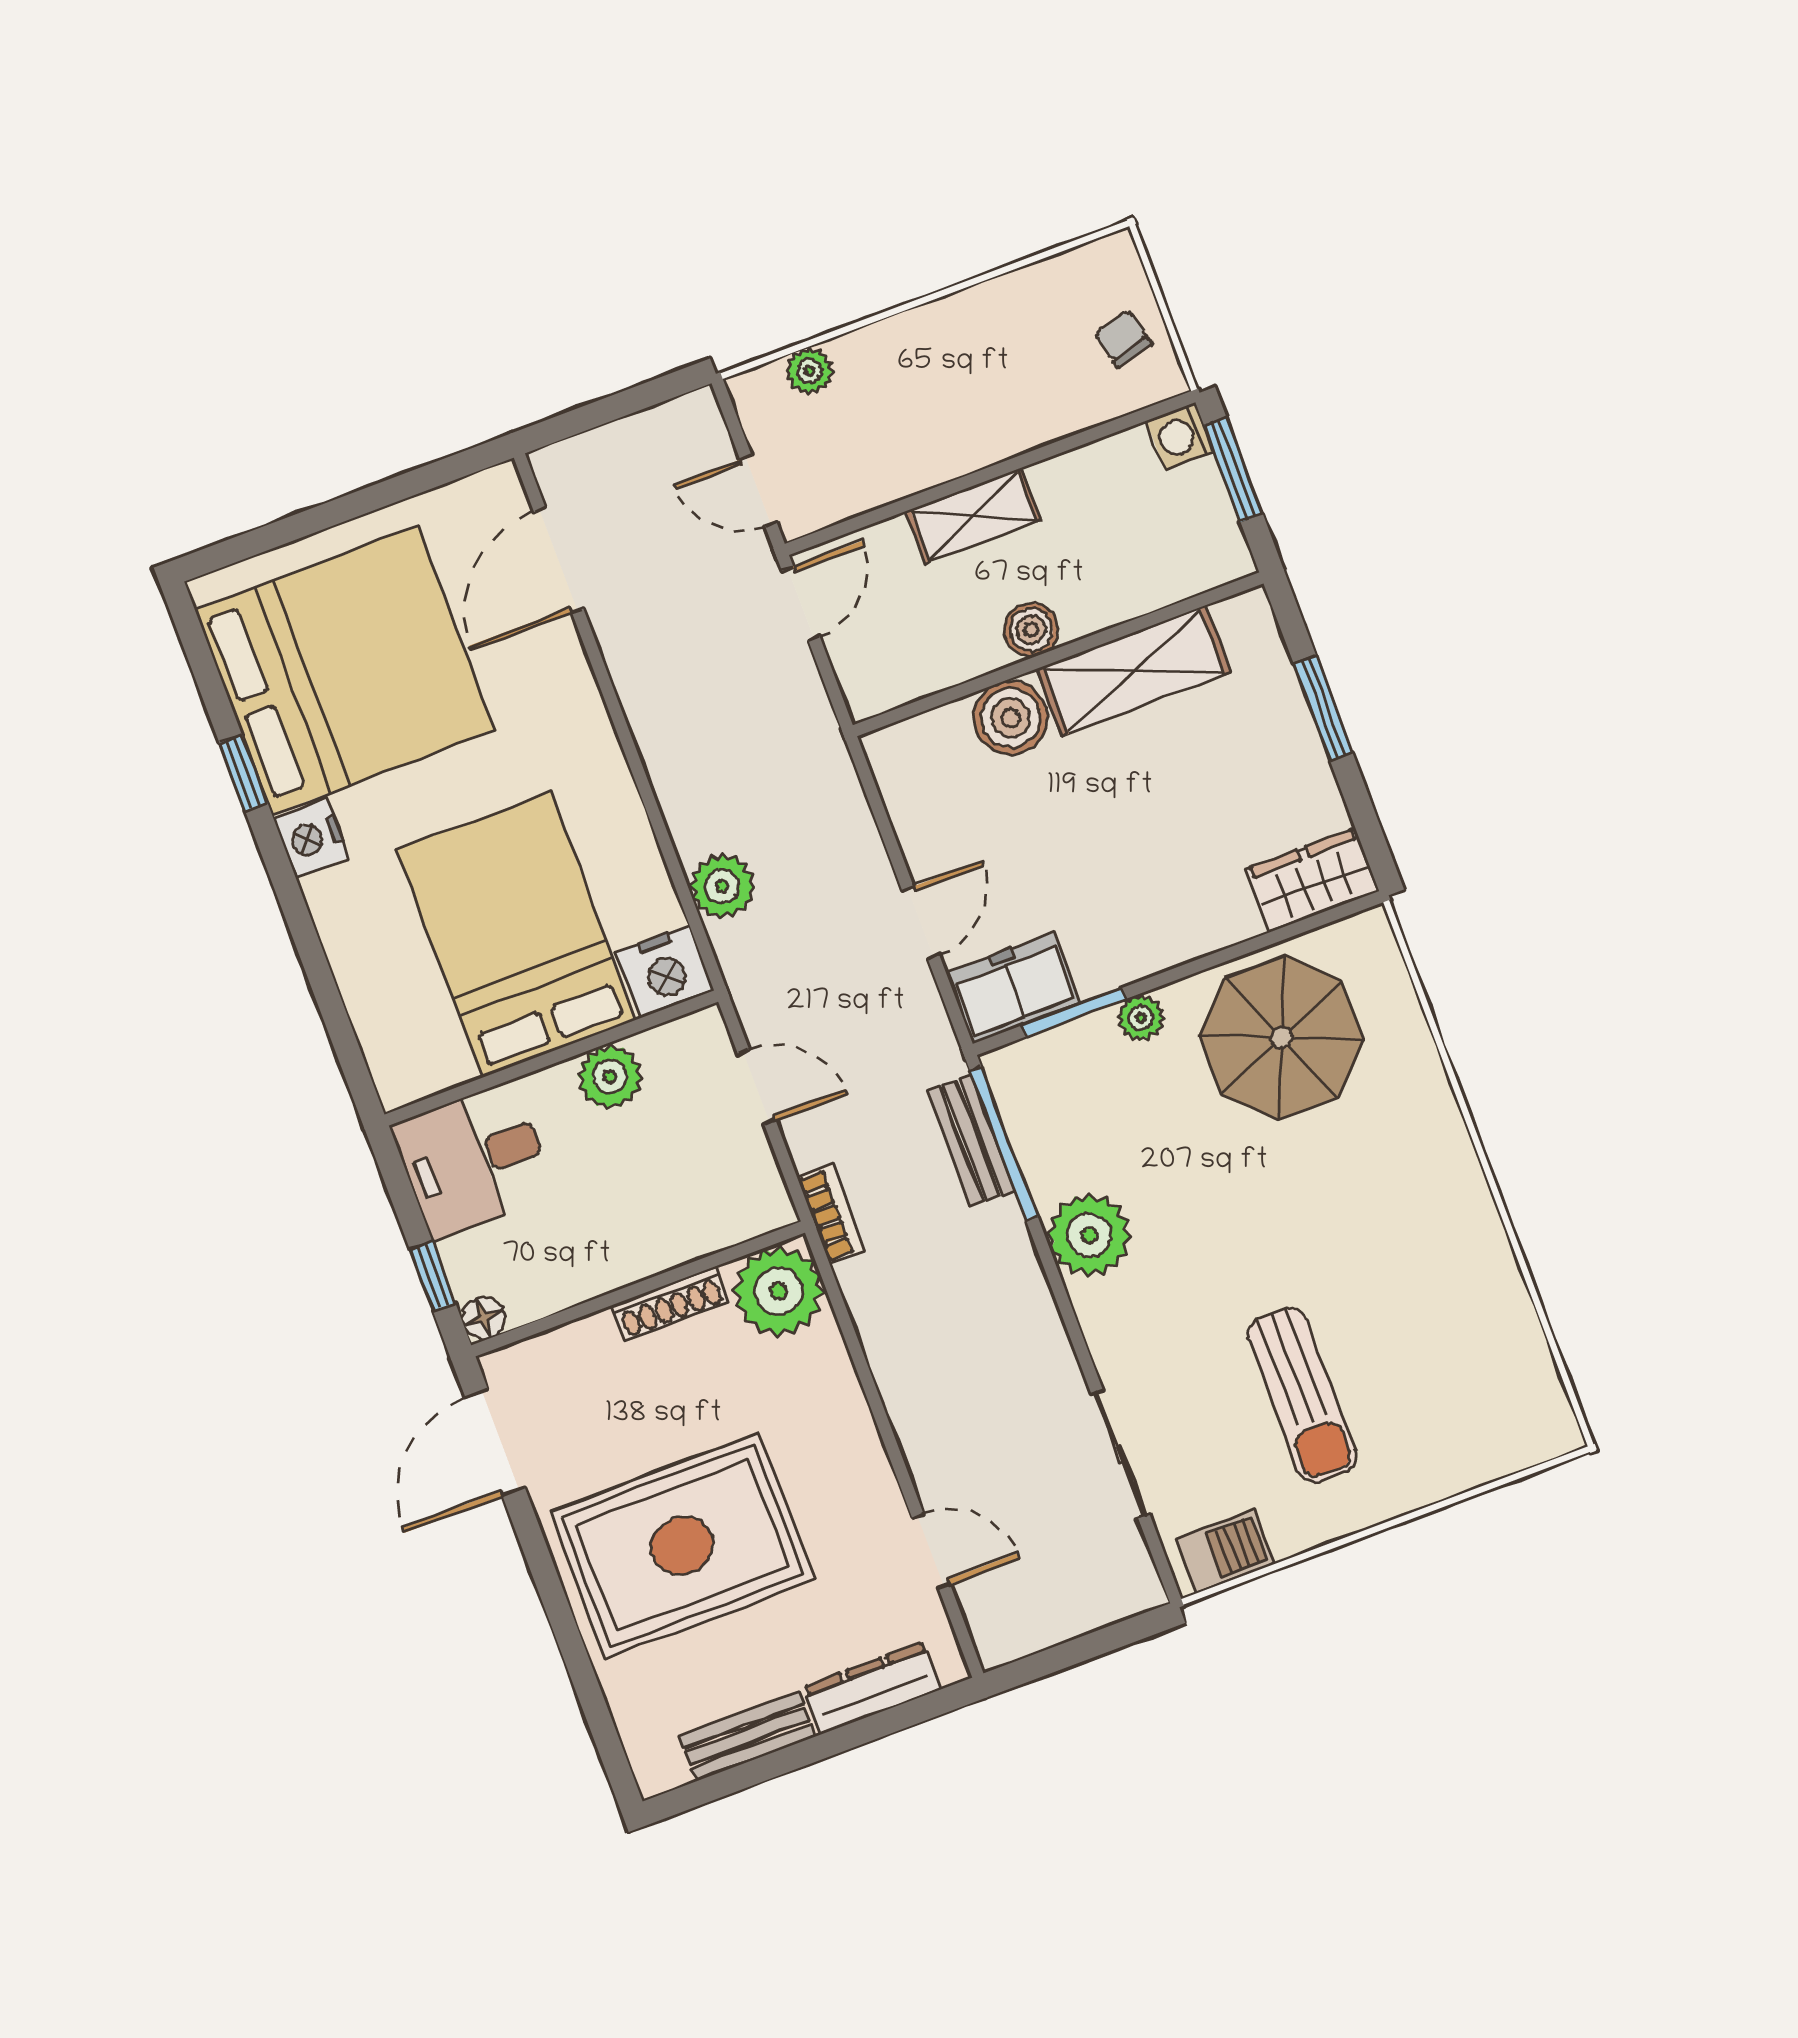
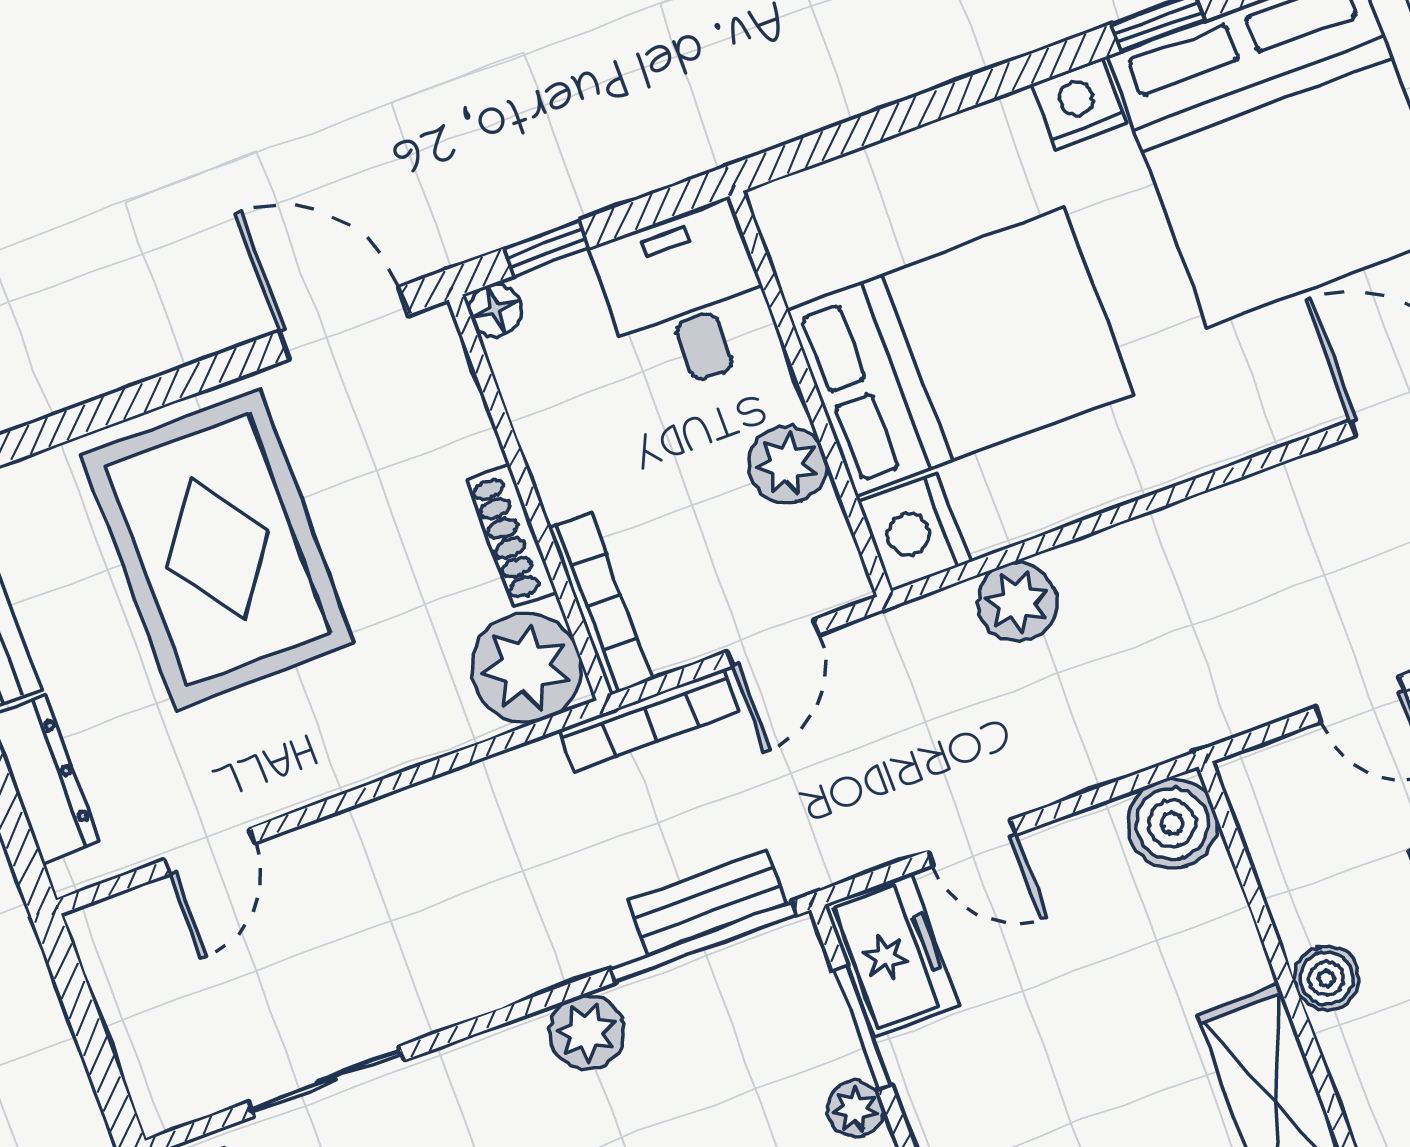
boiler: (1011, 718) -> (1172, 824), moved
bookcase: (831, 1214) -> (649, 720), width x1.56
bookcase: (725, 1230) -> (601, 603), added
plant: (1089, 1236) -> (587, 1032), width x0.73, depth x0.73

